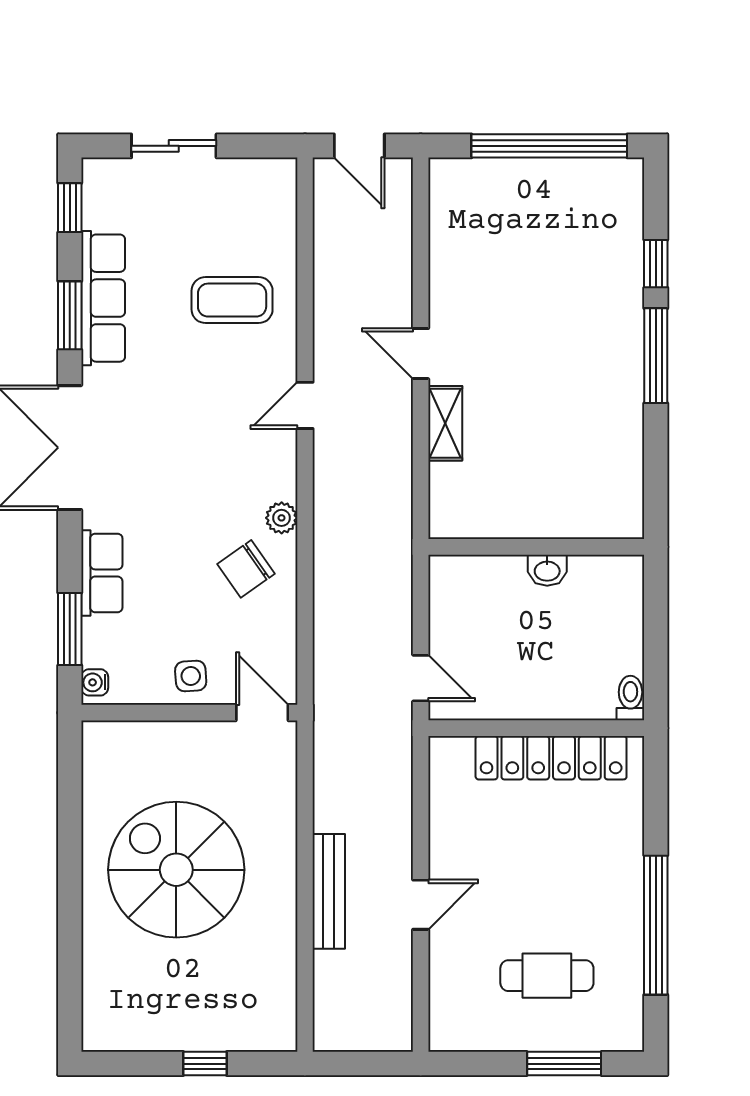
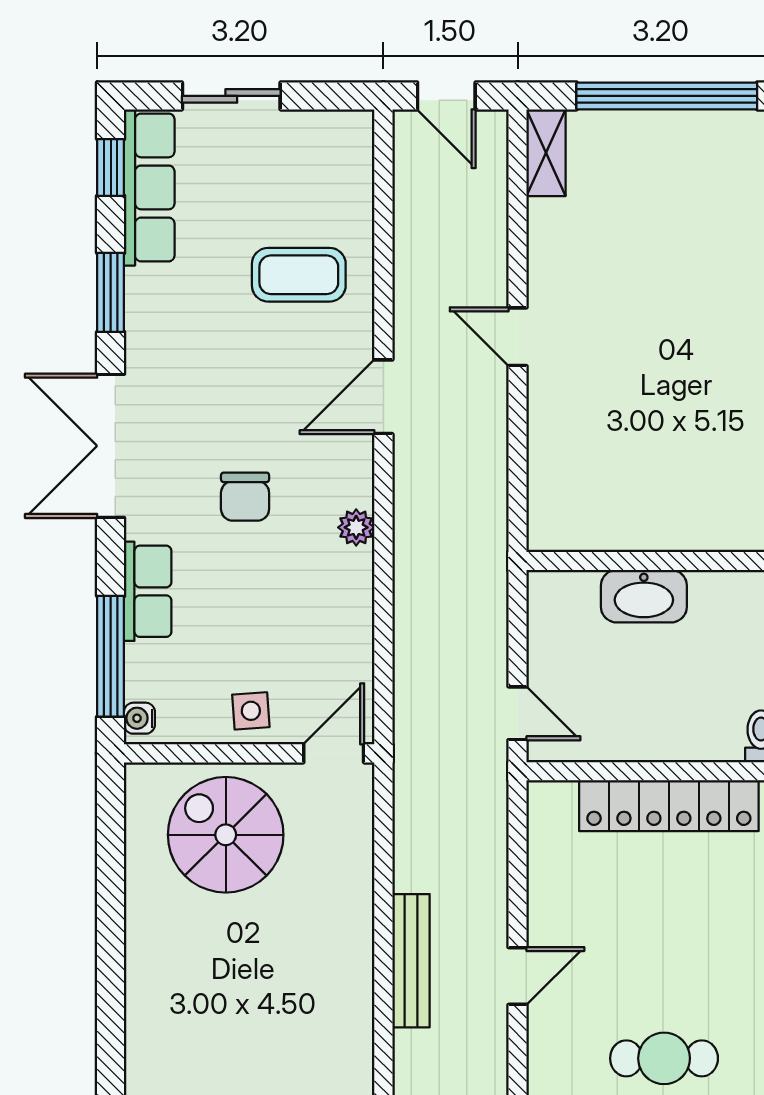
row of seats: (103, 298) -> (149, 187), moved
door: (305, 405) -> (383, 397), width x1.38
shelving: (445, 423) -> (546, 153), moved
chair: (246, 569) -> (245, 497), moved, turned -55
washbasin: (547, 570) -> (644, 596), width x1.91, depth x1.45
window: (70, 629) -> (111, 656), width x1.44
door: (262, 713) -> (334, 753), hinge flipped
spiral stairs: (176, 870) -> (226, 835), moved, width x0.73, depth x0.73

